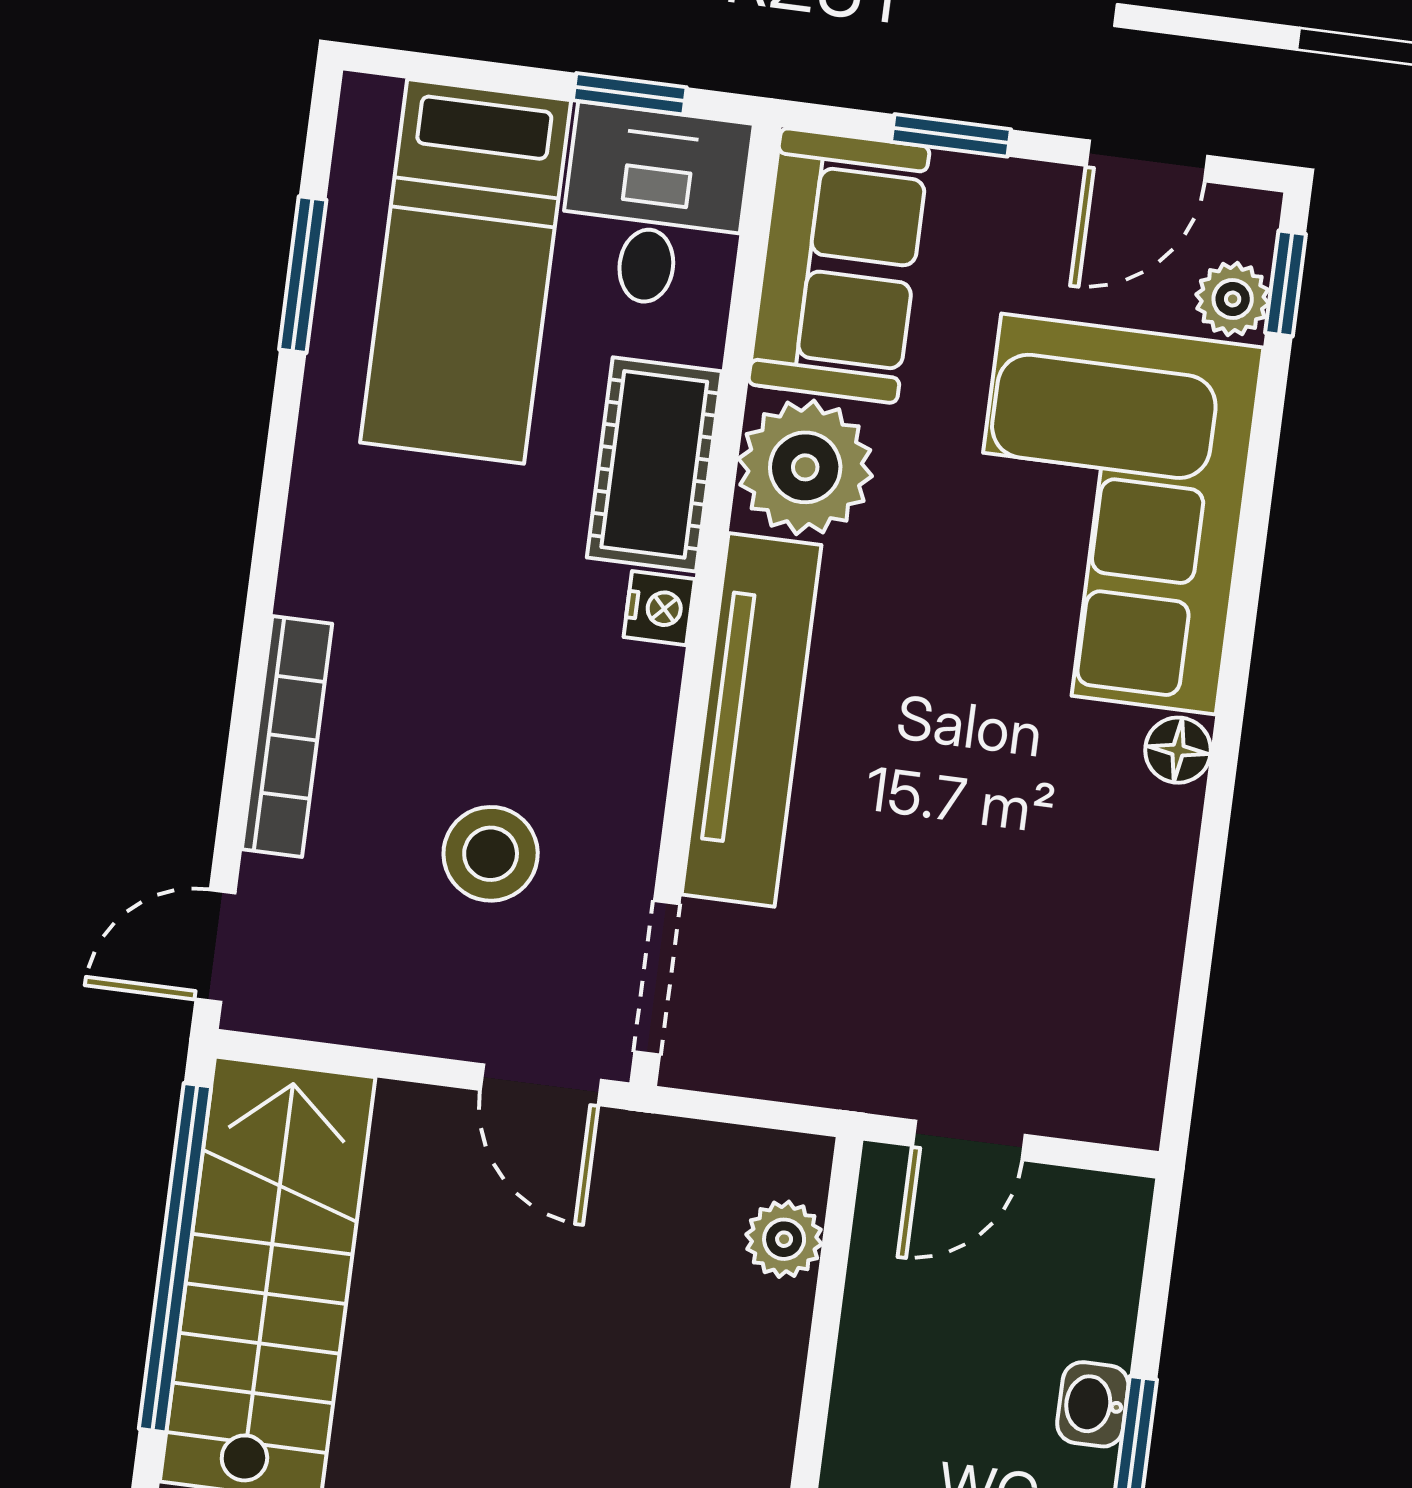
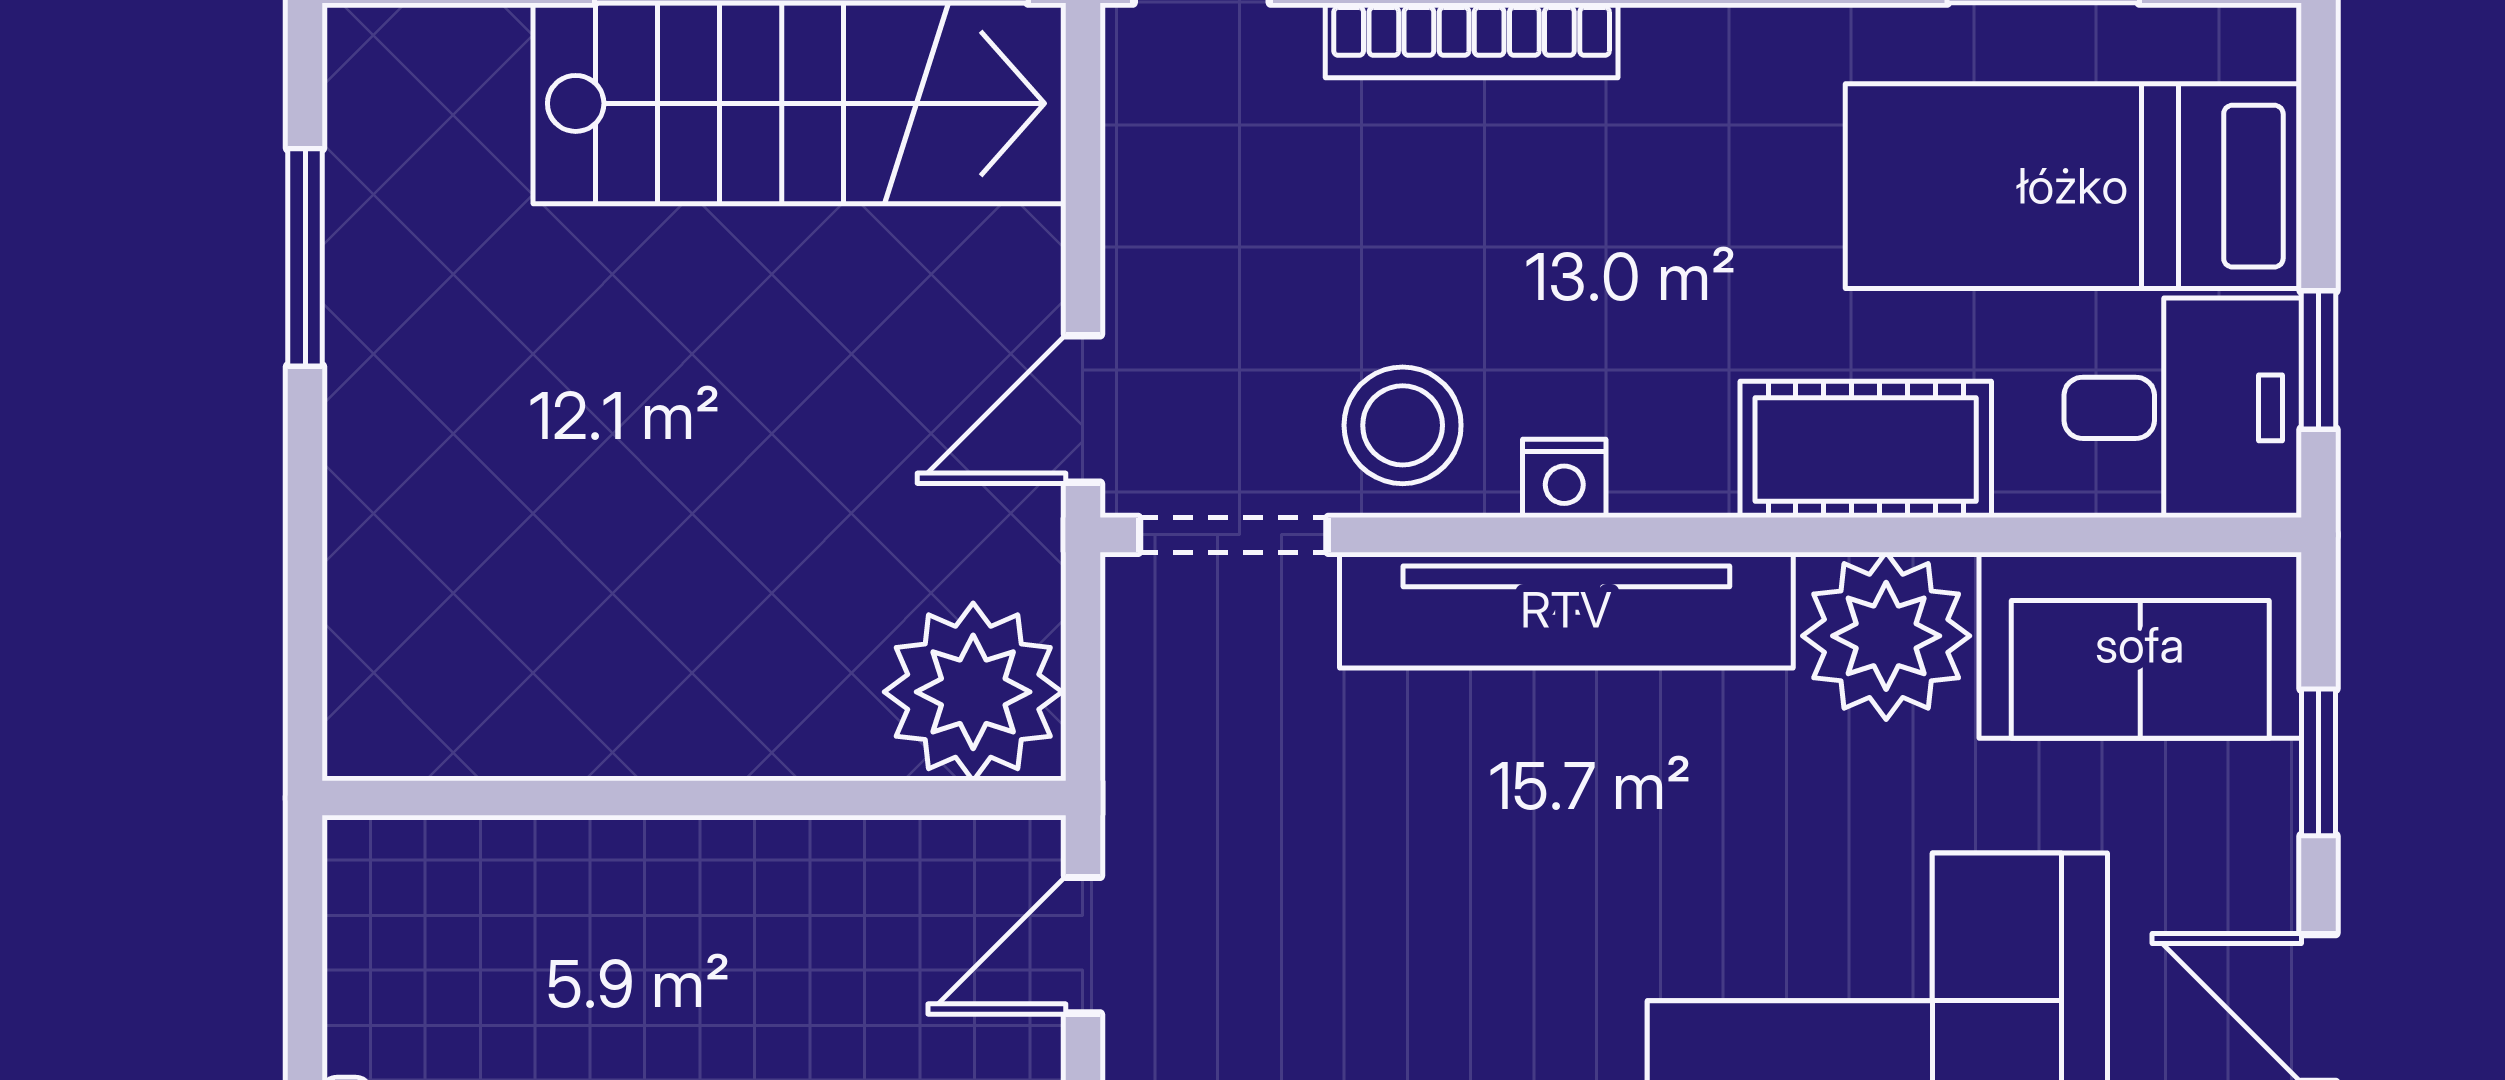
nightstand: (659, 608) -> (1564, 478), moved
stool: (491, 854) -> (1403, 425), moved
door: (969, 1140) -> (1083, 945), hinge flipped
plant: (784, 1239) -> (973, 692), width x1.87, depth x1.87

